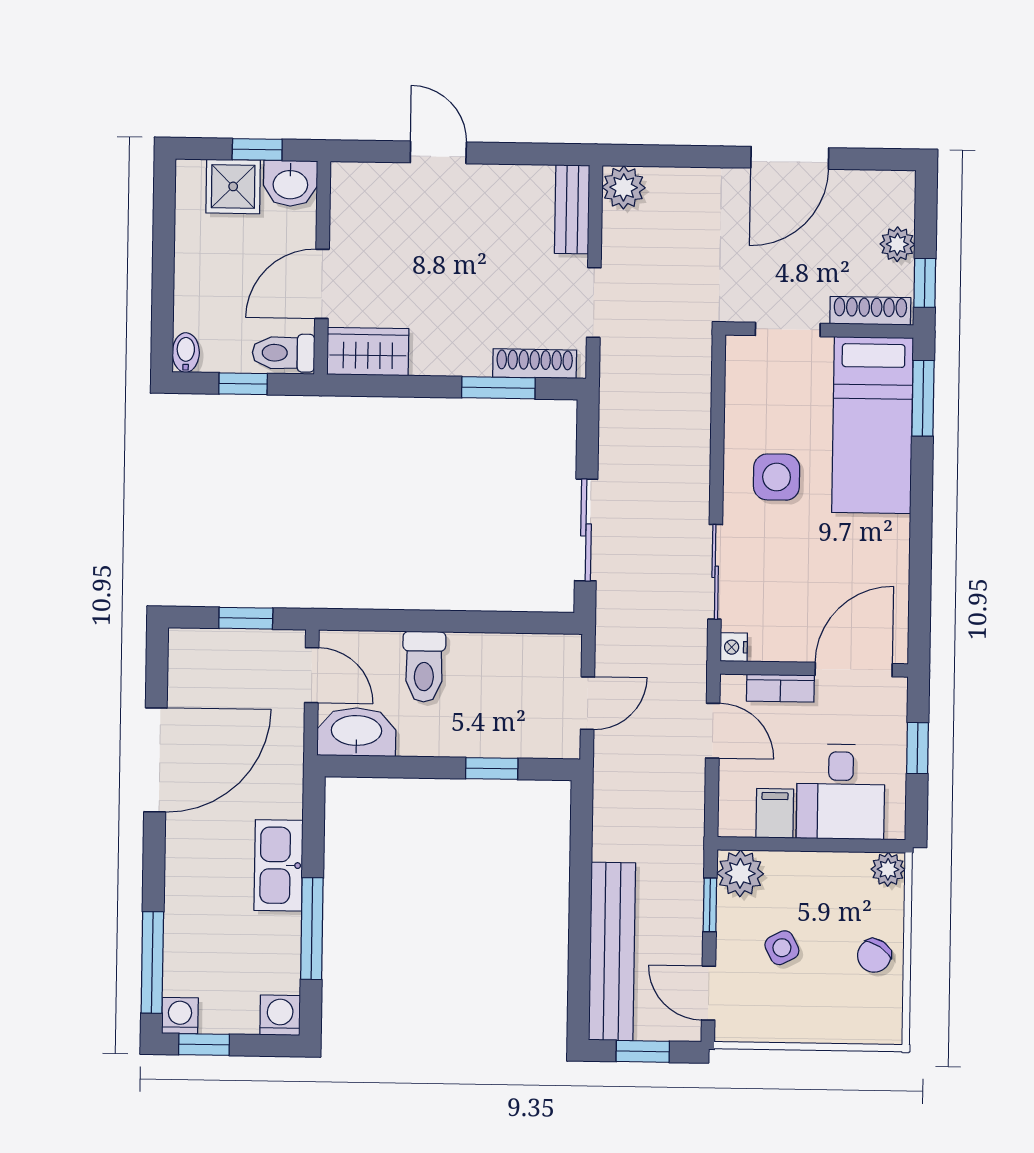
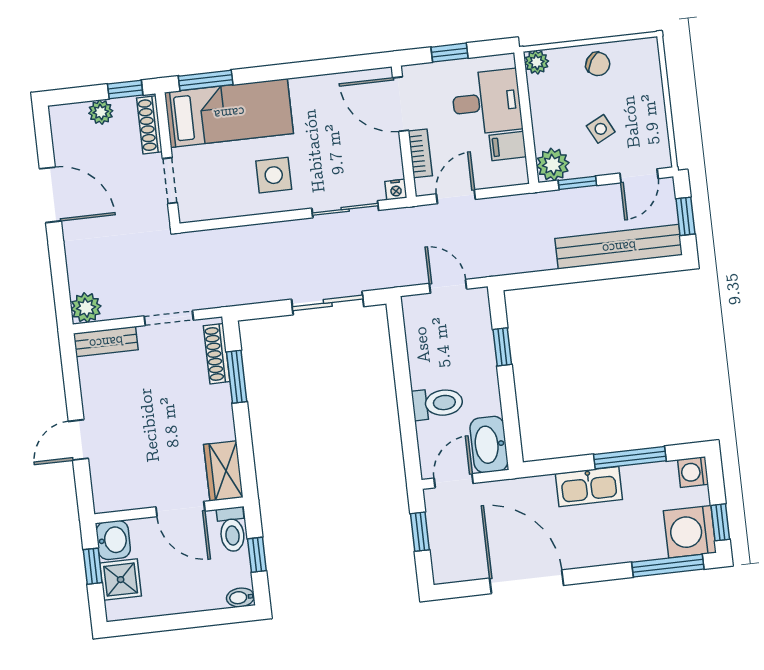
washing machine: (180, 1016) -> (690, 532), width x1.89, depth x1.89

